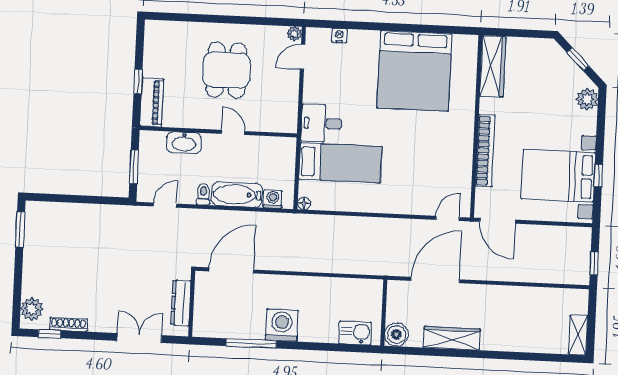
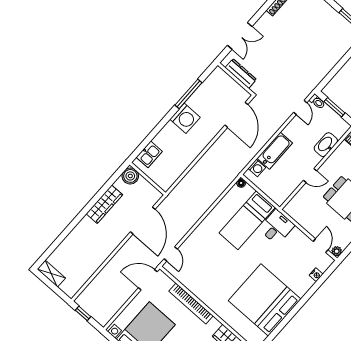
toilet: (203, 194) -> (317, 102), moved

